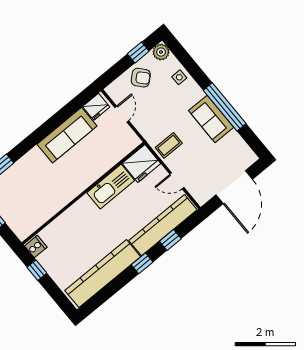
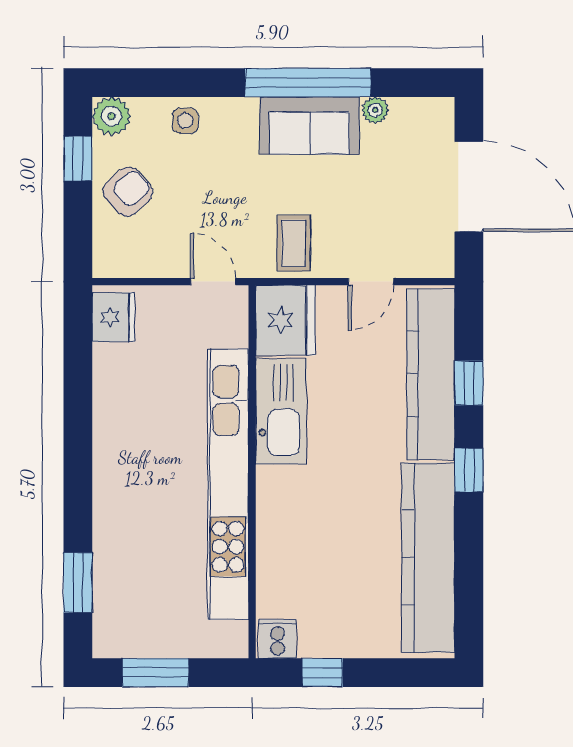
door: (122, 114) -> (213, 282), moved
sofa: (67, 135) -> (121, 413), removed
plant: (234, 136) -> (375, 110), added
kitchen unit: (73, 189) -> (228, 484), added

